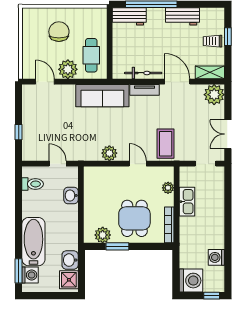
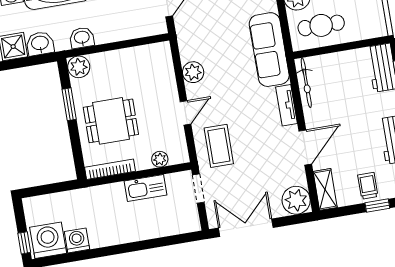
bicycle: (143, 73) -> (306, 83), moved
double door: (228, 134) -> (246, 228), width x1.37
coffee table: (166, 144) -> (219, 146), turned 90
doorway: (206, 164) -> (198, 189), moved
washbasin: (71, 195) -> (82, 38), moved
plant: (103, 235) -> (79, 67), moved
washing machine: (191, 281) -> (48, 240), moved, turned 180

